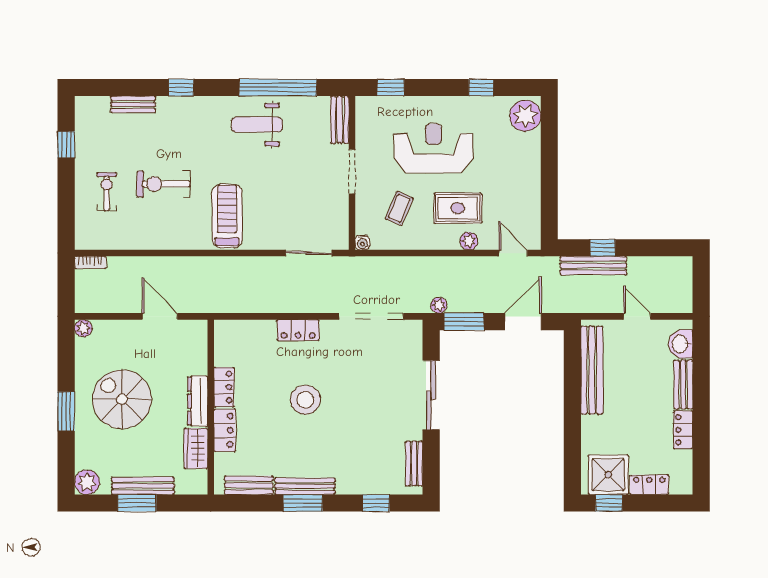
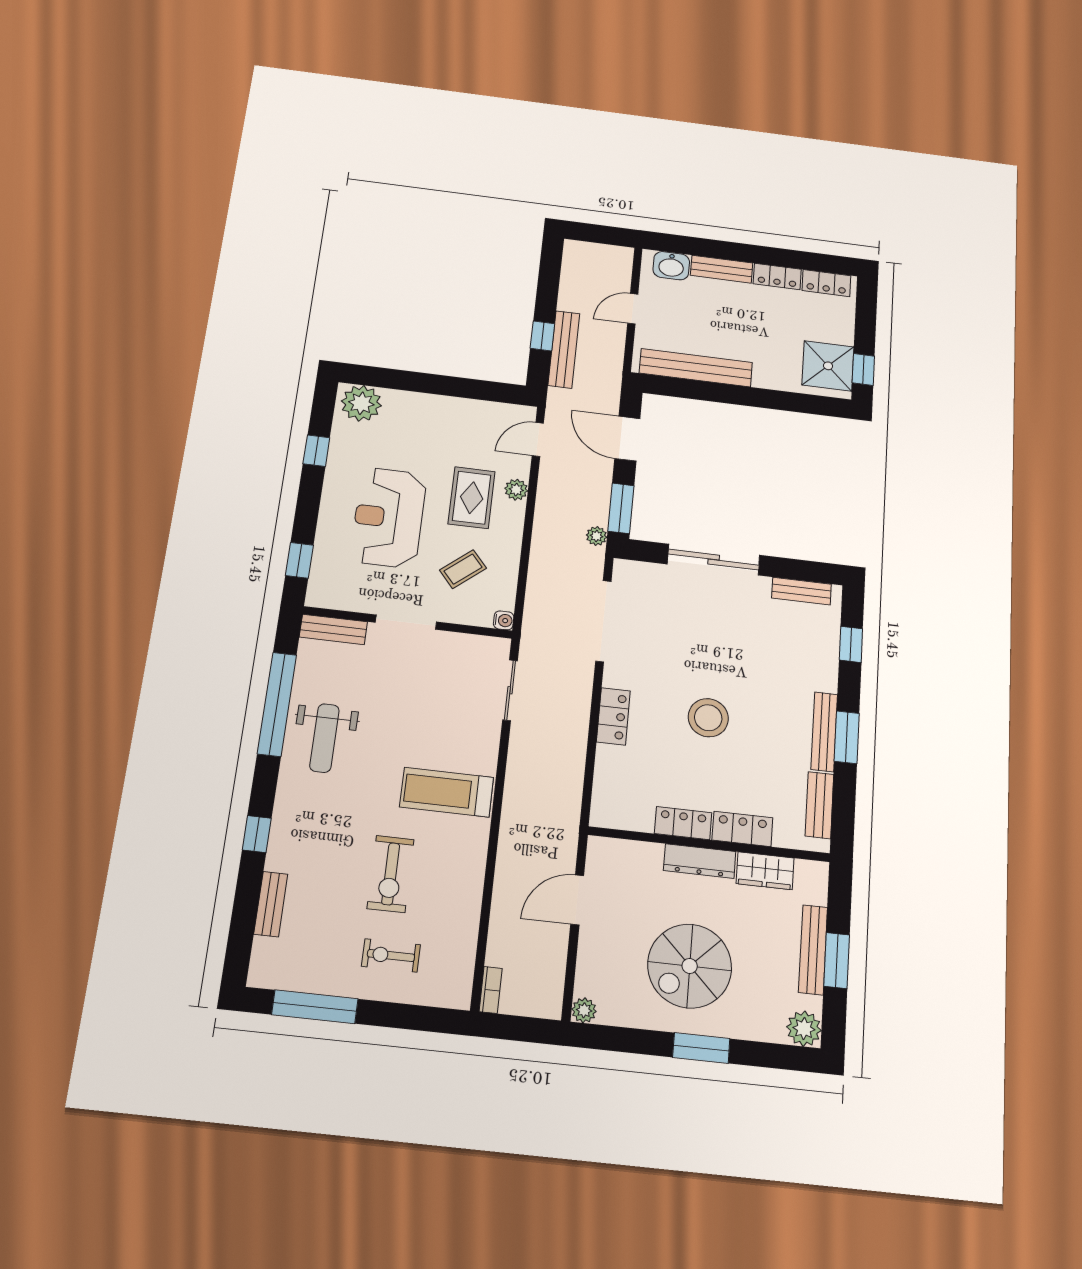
window: (66, 144) -> (315, 1007), width x2.17
coffee table: (399, 208) -> (463, 569), turned -63
locker: (649, 485) -> (826, 283), moved, turned -90

